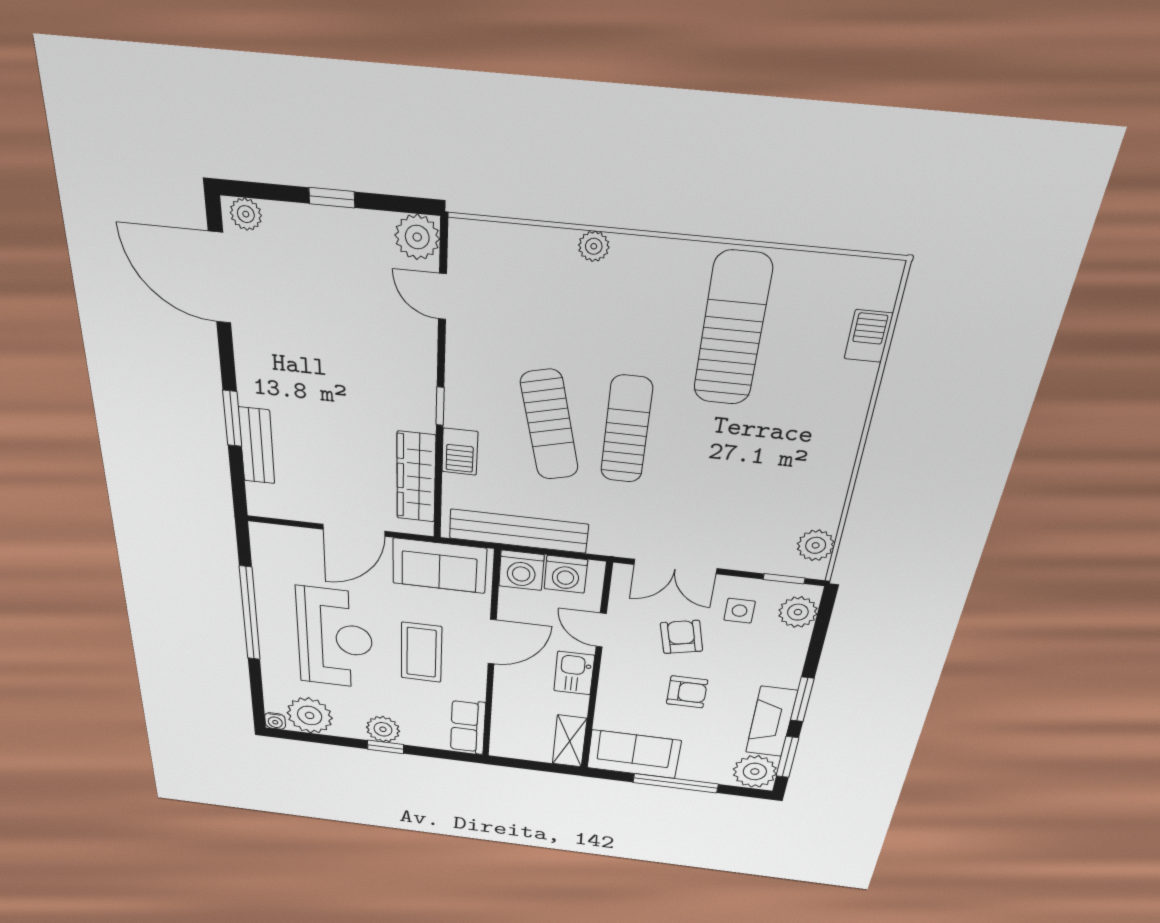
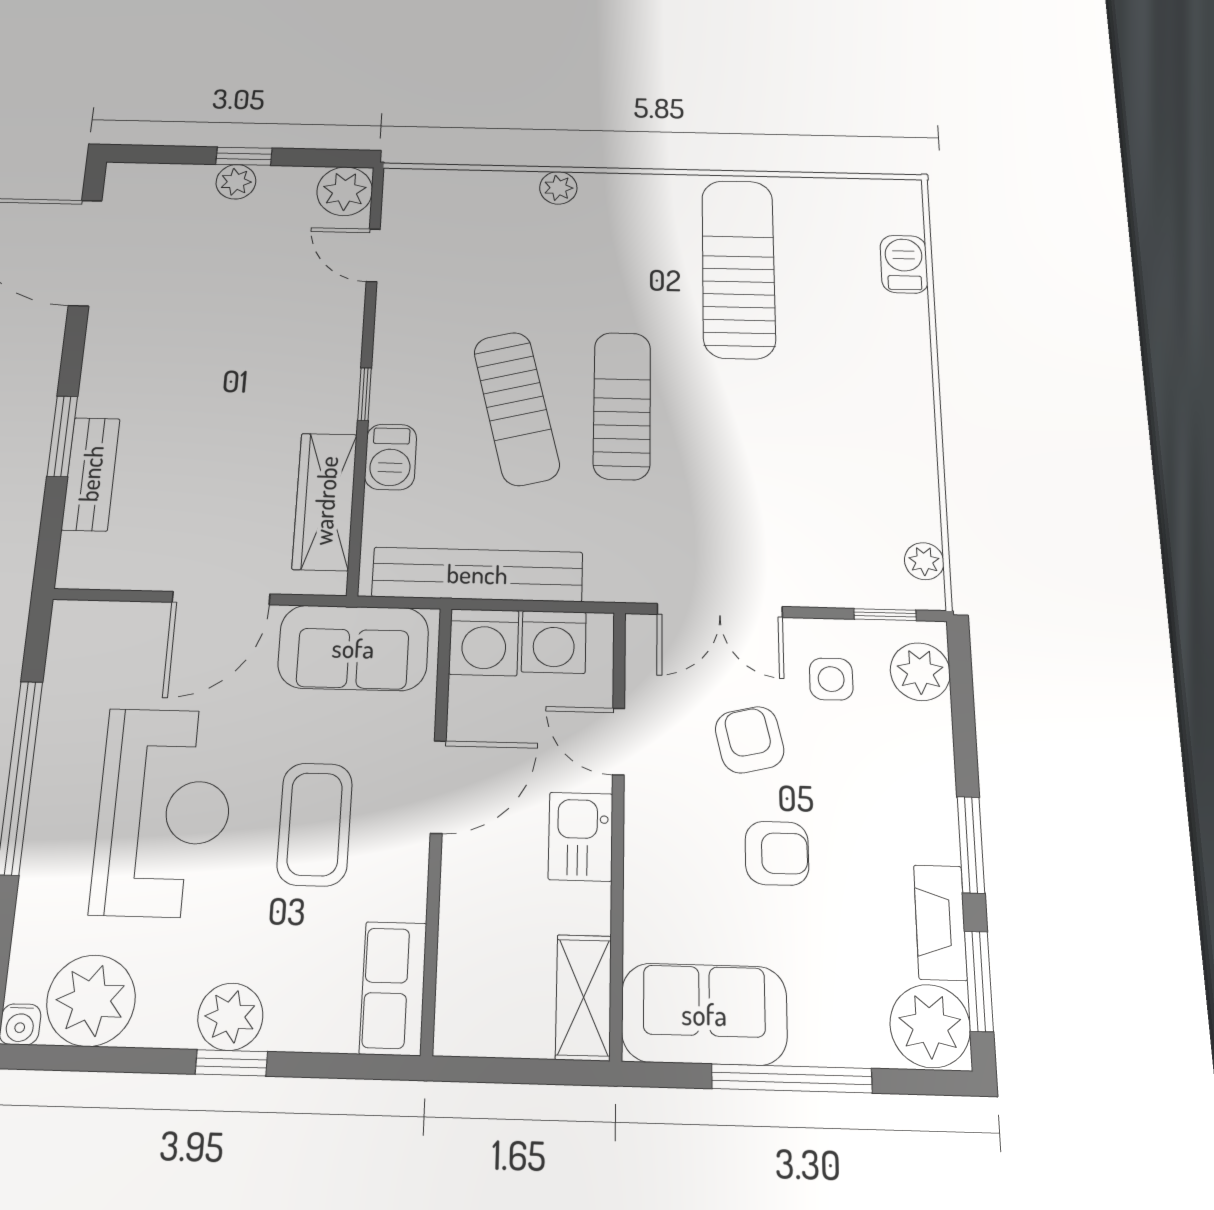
plant: (246, 214) -> (236, 182), moved
plant: (816, 545) -> (924, 561), width x0.73, depth x0.73
fireplace: (771, 722) -> (940, 922), width x0.73, depth x0.76

